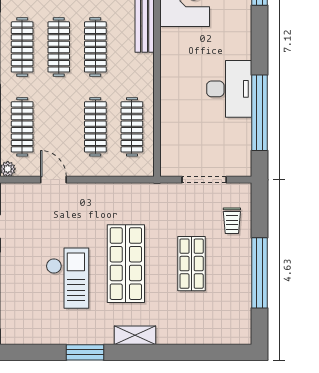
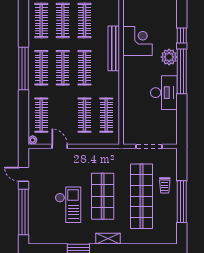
plant: (238, 29) -> (169, 57), added
window: (260, 113) -> (182, 71), moved
trolley: (232, 221) -> (165, 185), moved
shop shelf: (192, 264) -> (142, 196), width x2.00, depth x1.36

